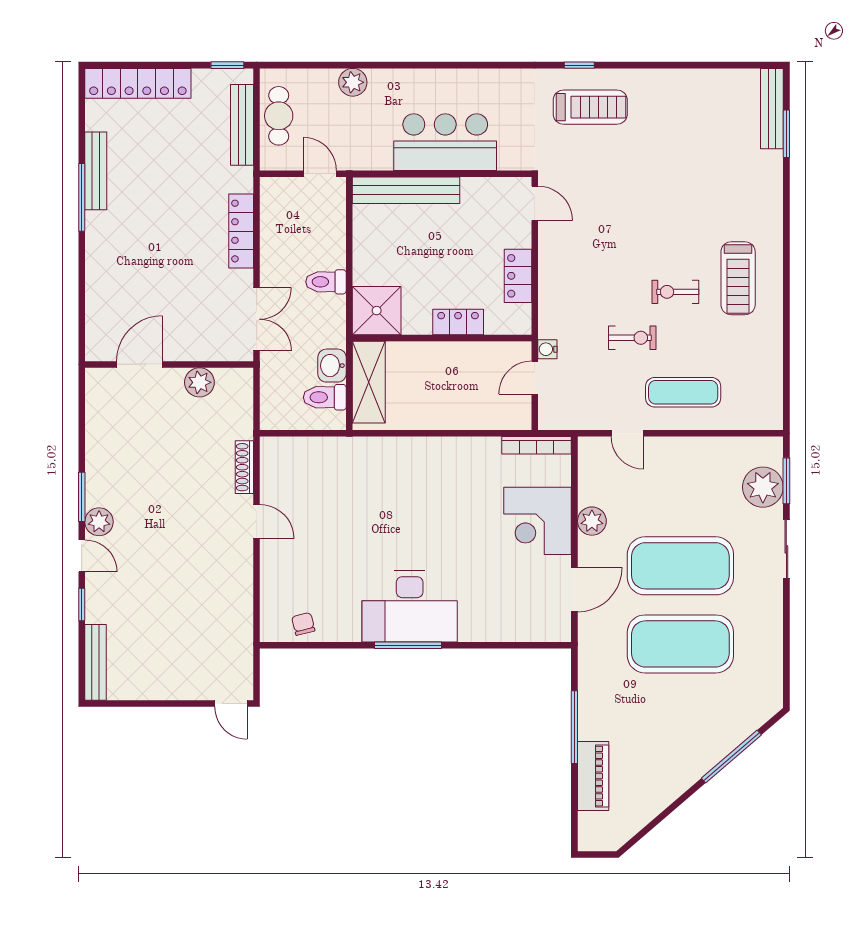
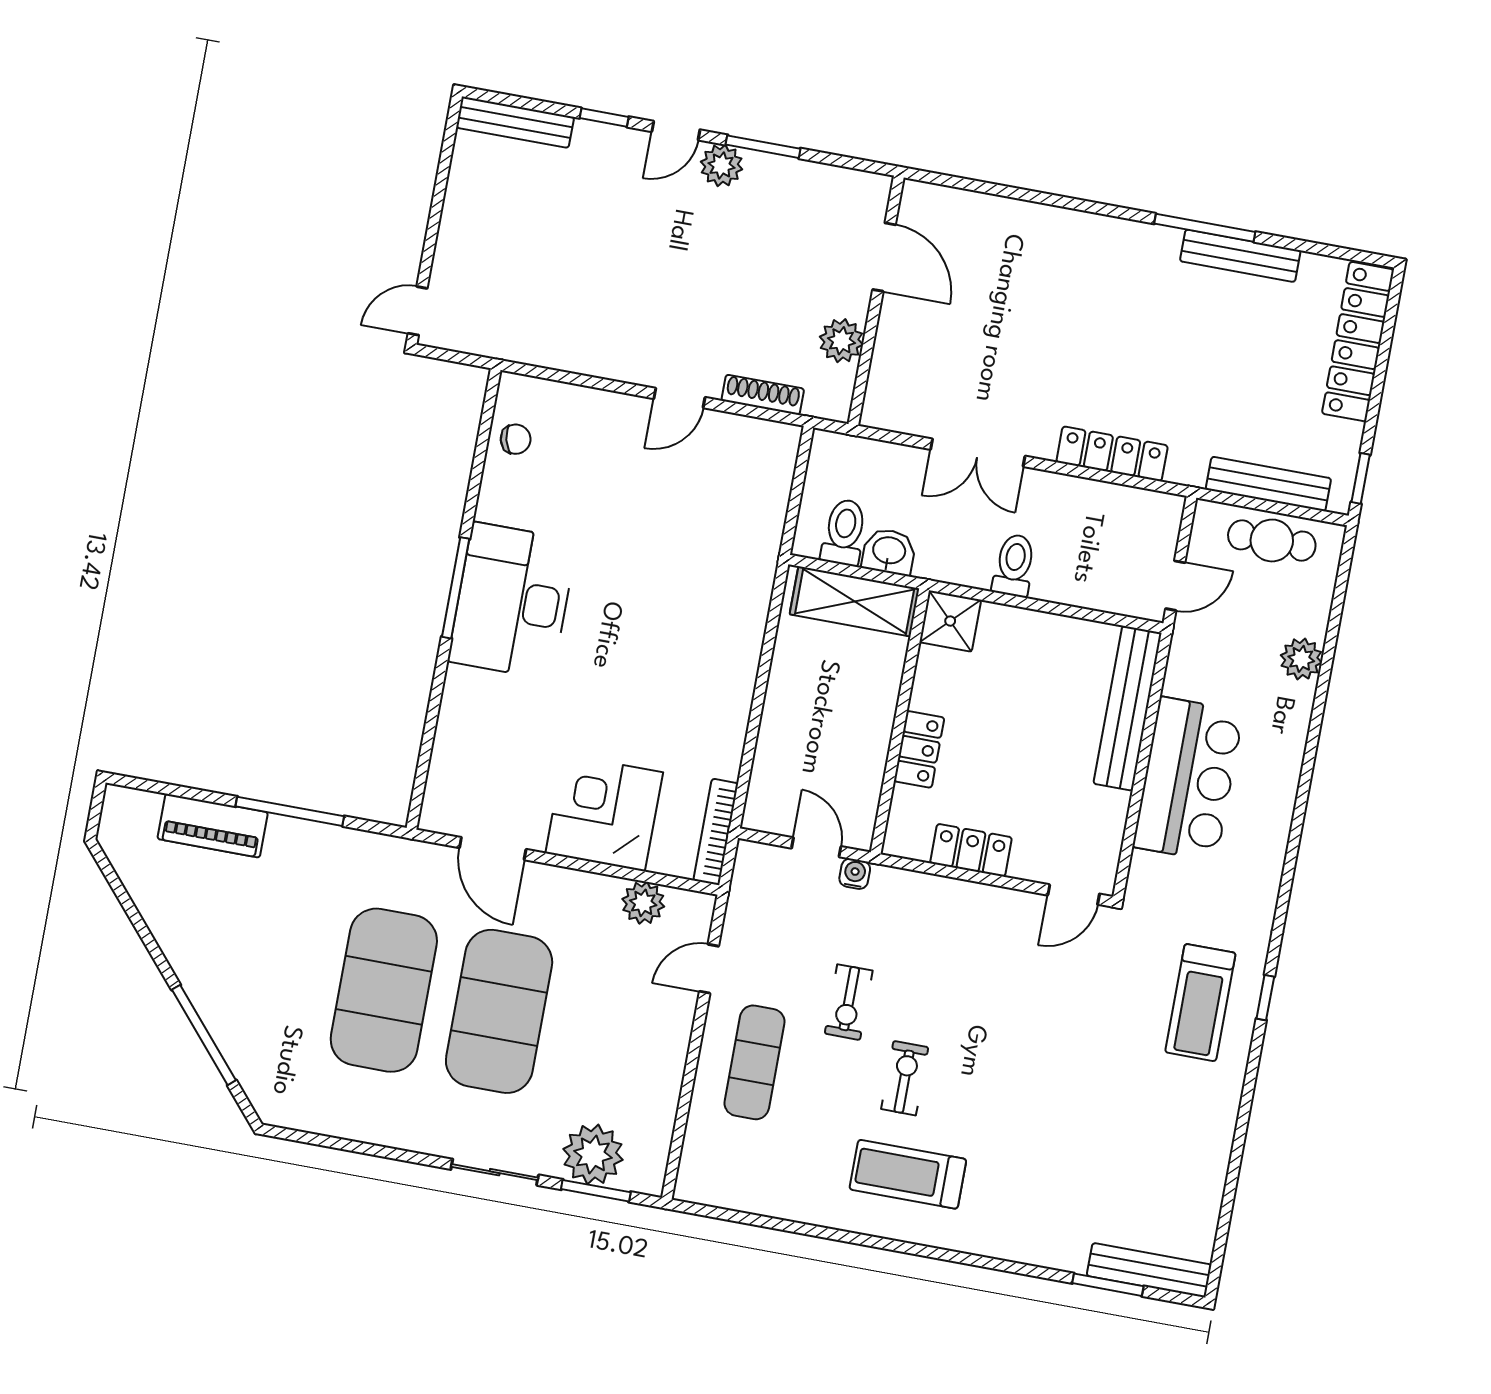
shower: (377, 311) -> (950, 621), width x0.73, depth x0.73
door: (140, 364) -> (884, 257), moved
wall: (169, 364) -> (876, 301), moved
plant: (199, 382) -> (841, 341), moved
plant: (592, 521) -> (643, 903), moved

